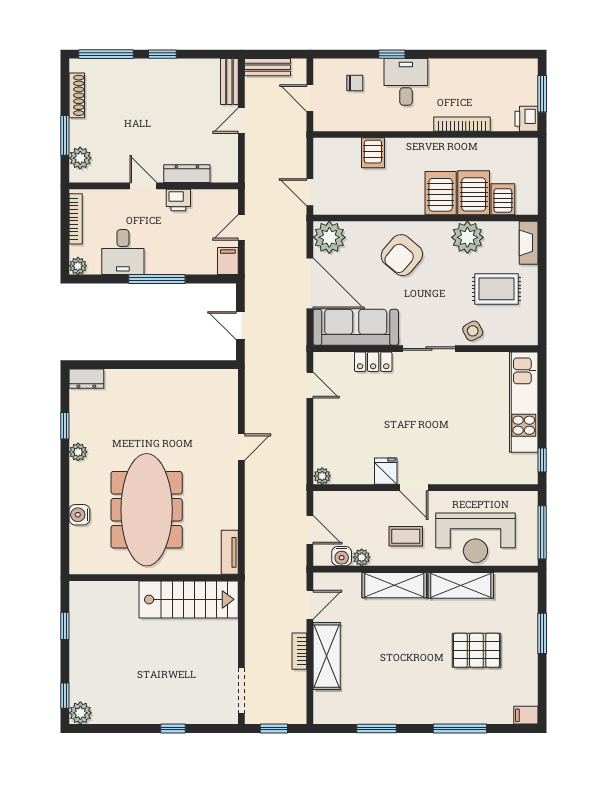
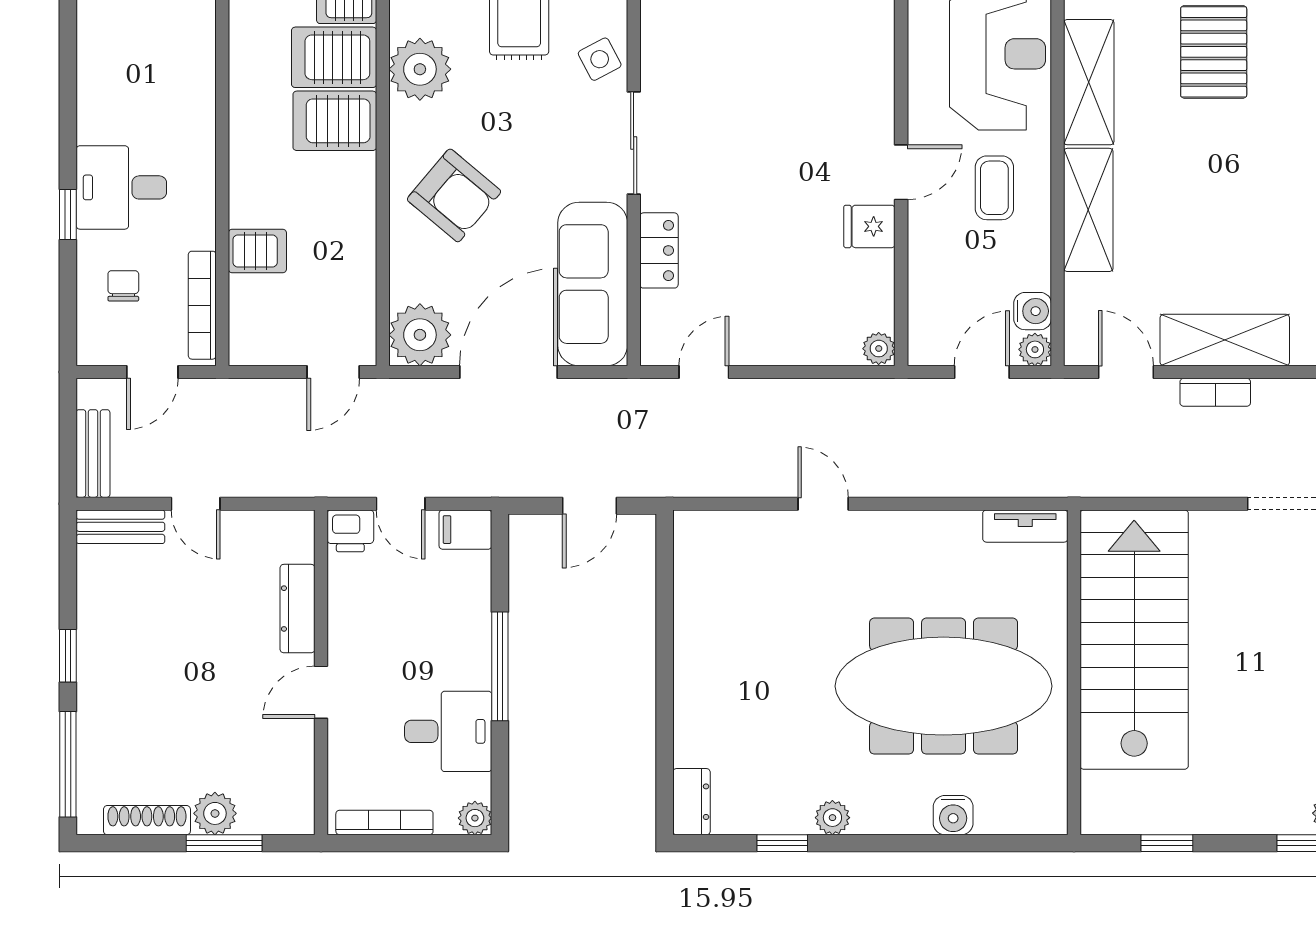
bookcase: (462, 124) -> (202, 305), moved
plant: (80, 158) -> (215, 813), moved
printer: (178, 200) -> (350, 531), moved, turned 90
plant: (362, 557) -> (1035, 349), moved
stairs: (189, 599) -> (1134, 640), width x1.36, depth x1.51

